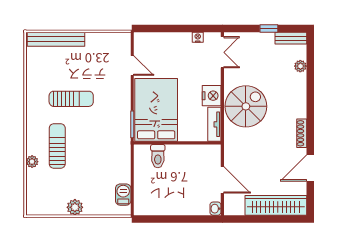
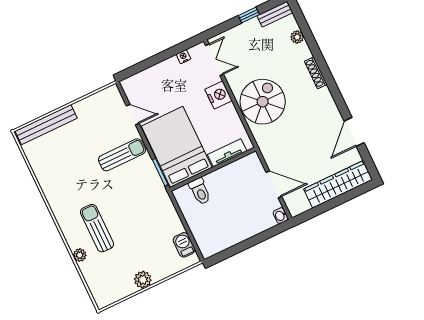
nightstand: (212, 96) -> (218, 95), moved
sun lounger: (71, 99) -> (122, 155), moved
tv unit: (214, 124) -> (227, 153), moved, turned 90
shoe rack: (302, 133) -> (316, 73), moved

